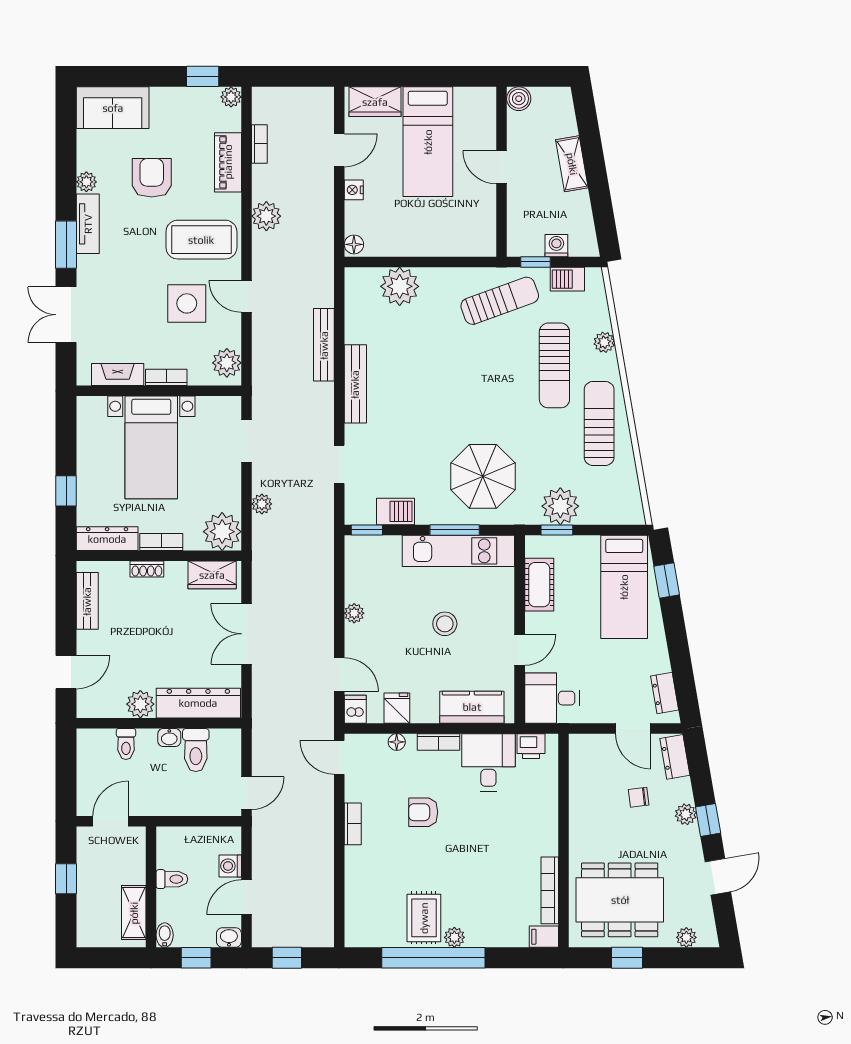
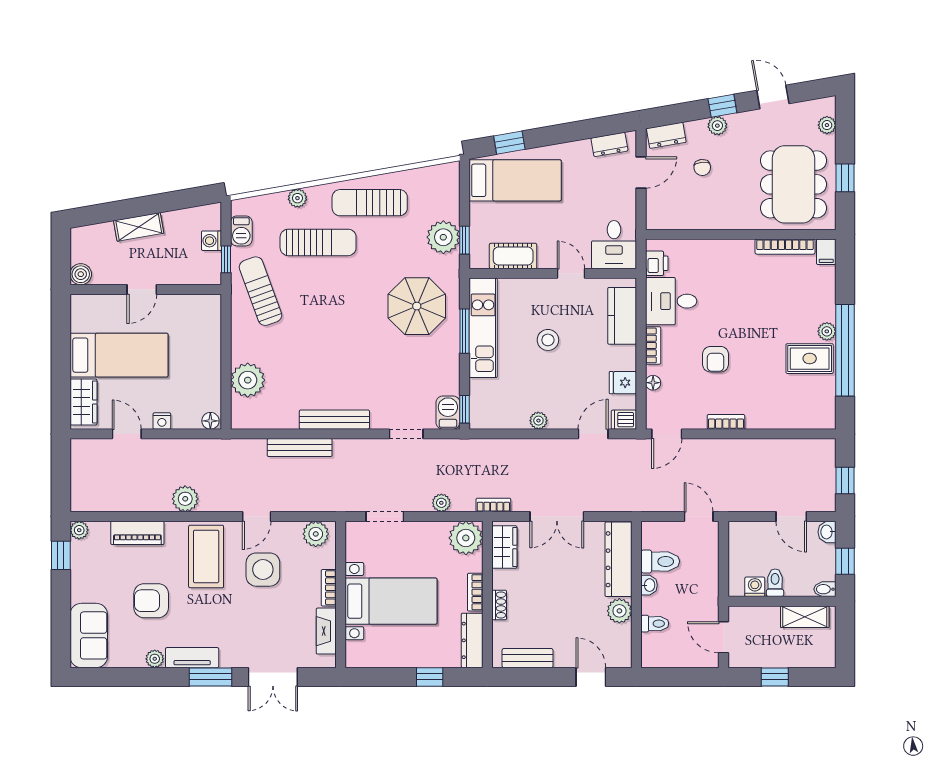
bookcase: (259, 144) -> (493, 505), moved
barbecue: (395, 511) -> (448, 413), moved
washing machine: (230, 866) -> (755, 587), moved, turned 180

